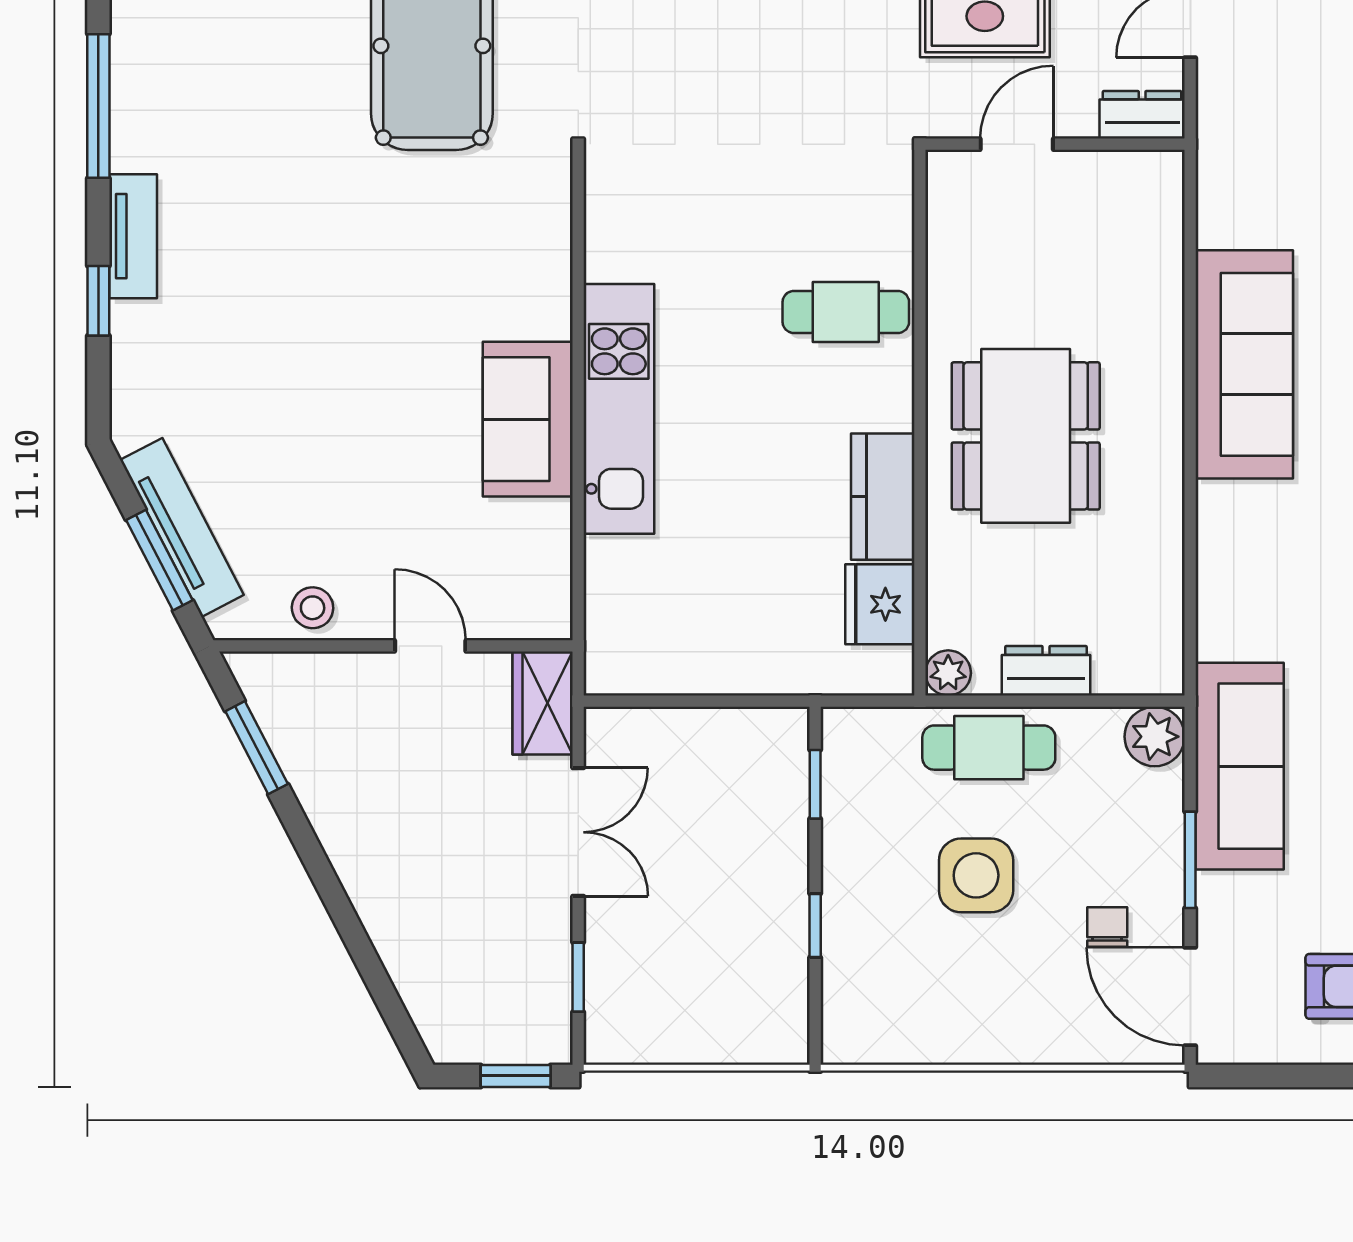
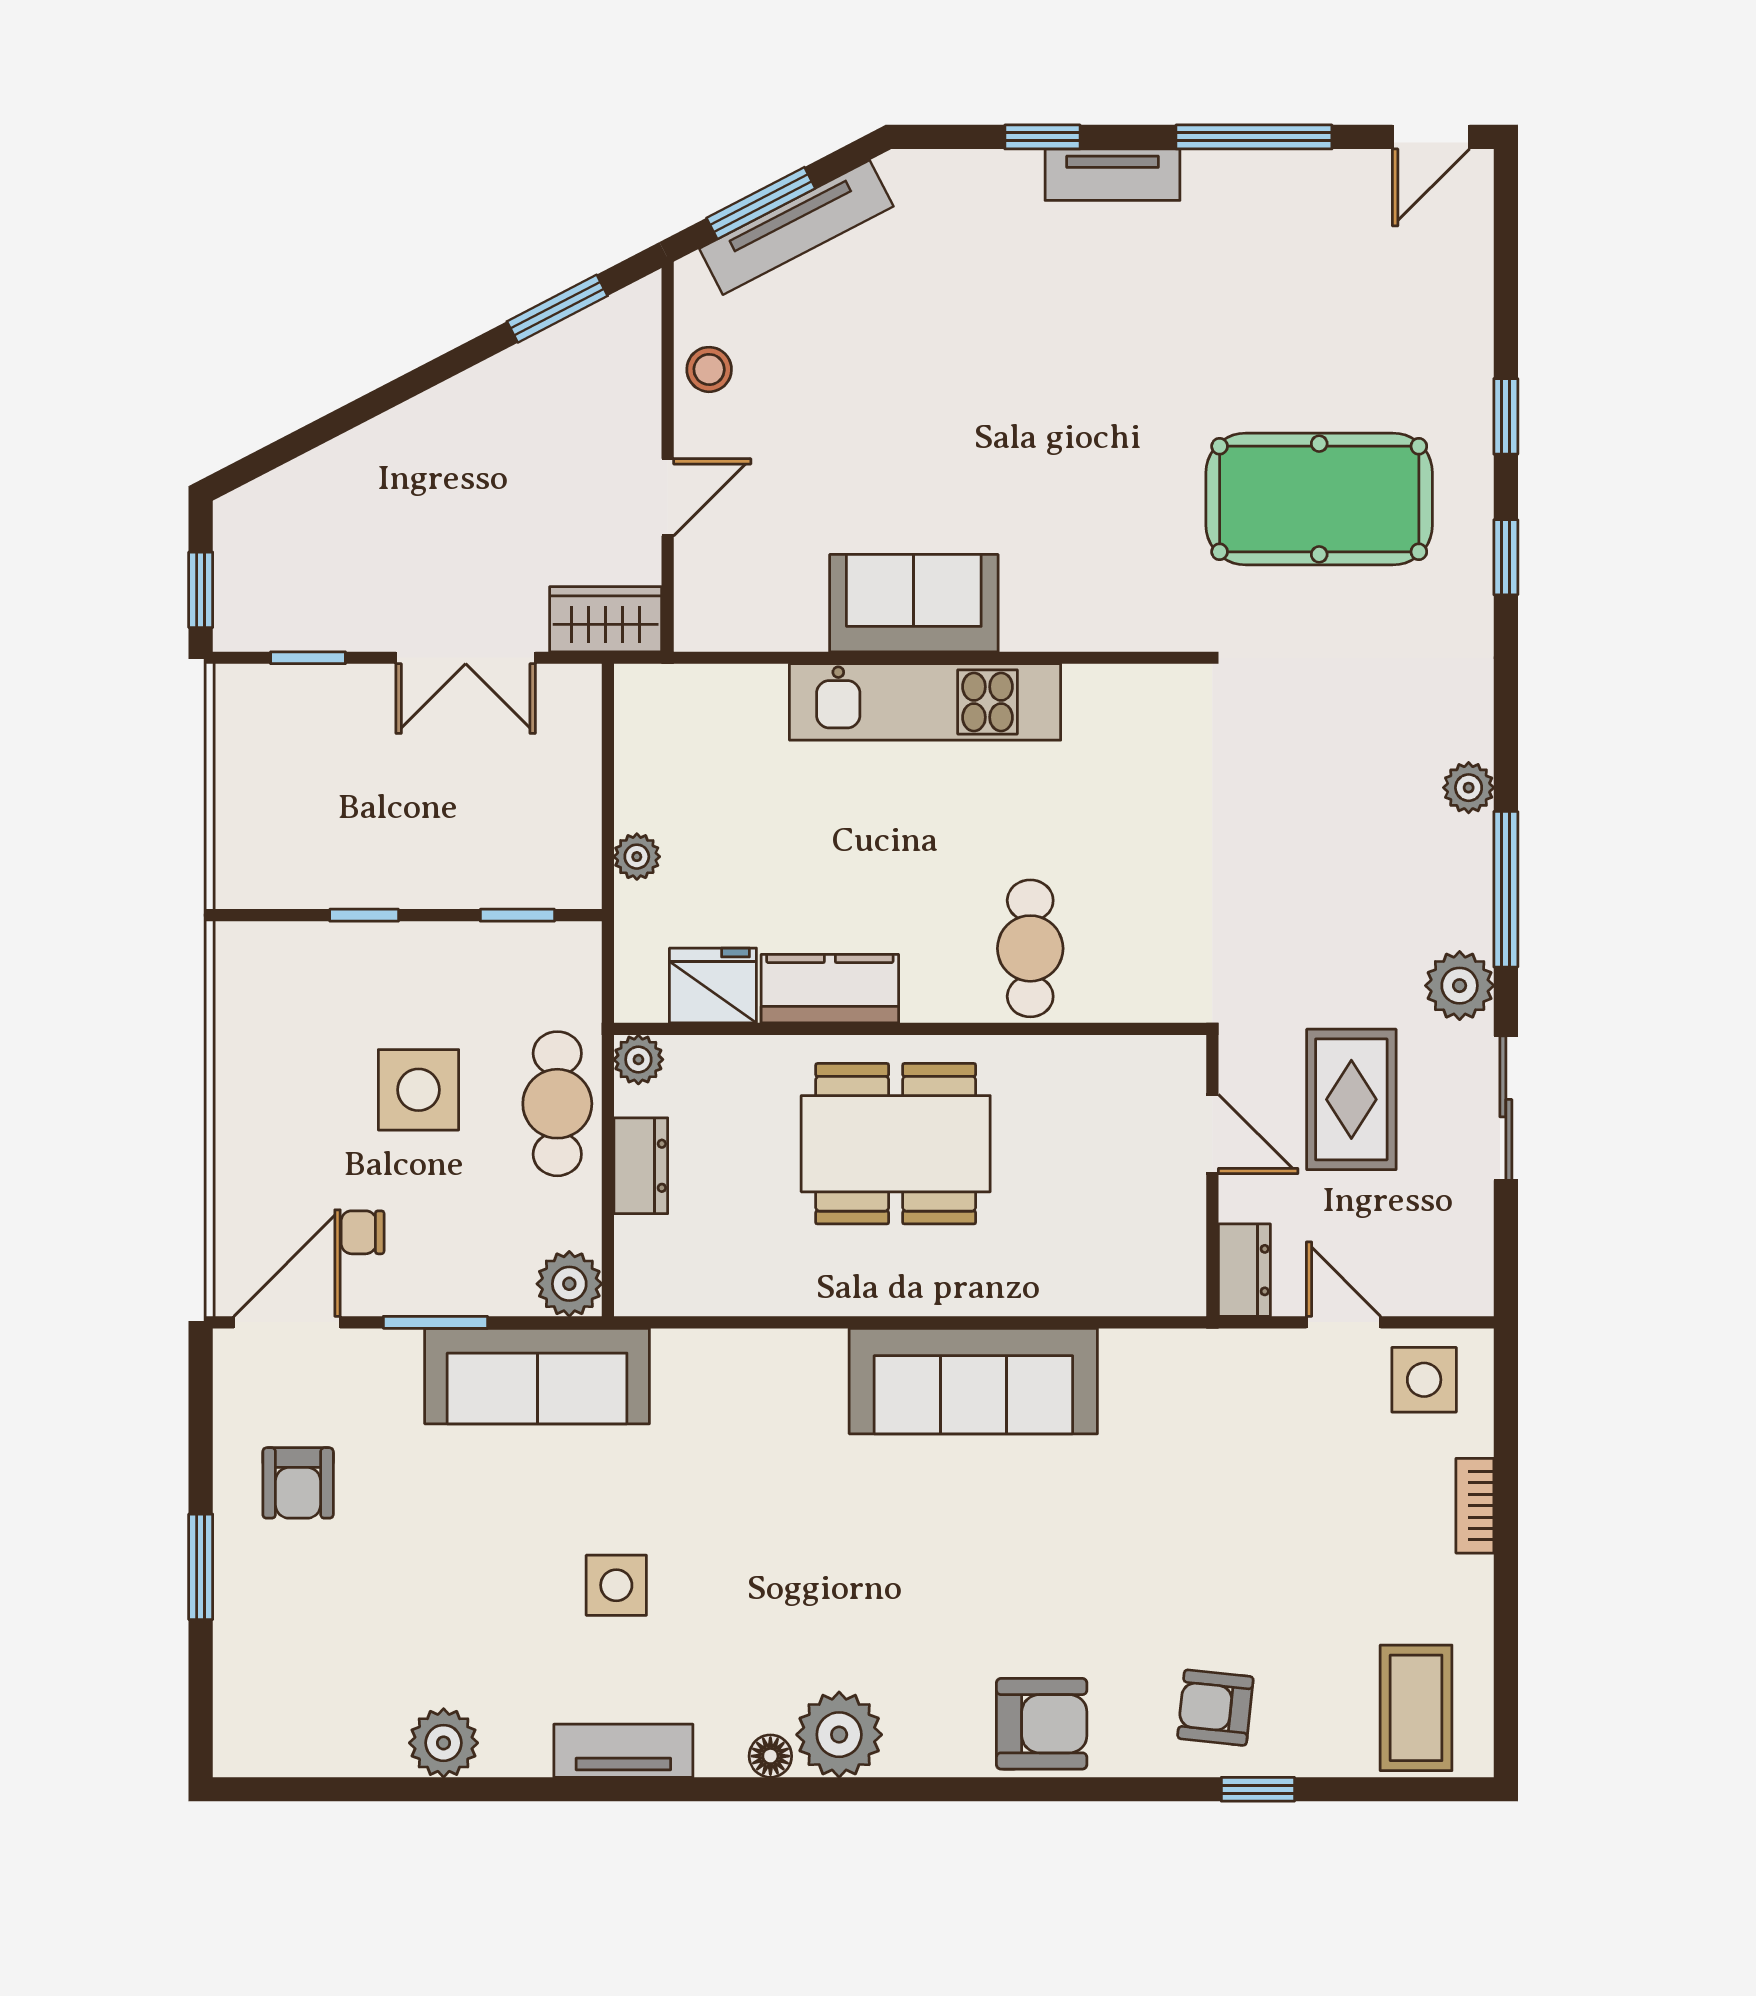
plant: (761, 674) -> (637, 857), added
chair: (1107, 927) -> (363, 1232), turned 180

